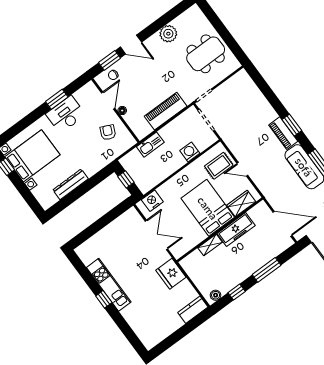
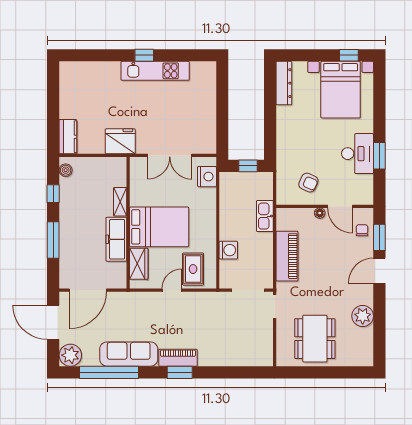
dresser: (71, 184) -> (284, 83), moved

